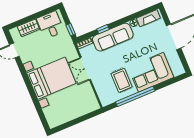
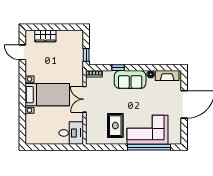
desk: (50, 25) -> (71, 133), moved, turned 90
sofa: (113, 37) -> (130, 80), width x0.73
bed with nightstands: (51, 78) -> (47, 95), width x0.73
window: (135, 96) -> (149, 147), moved

